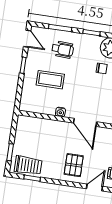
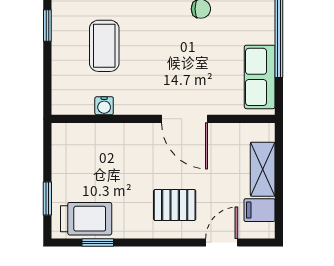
coffee table: (50, 80) -> (104, 46), turned 90
water cooler: (60, 112) -> (104, 106), moved
pallet: (74, 165) -> (175, 205), turned 90

